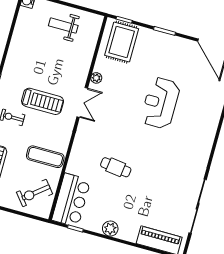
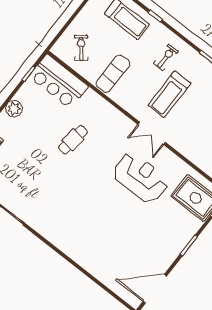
plant: (96, 78) -> (170, 158), removed
reception desk: (160, 103) -> (141, 178), moved
exercise bike: (34, 193) -> (81, 48), width x0.73, depth x0.72

